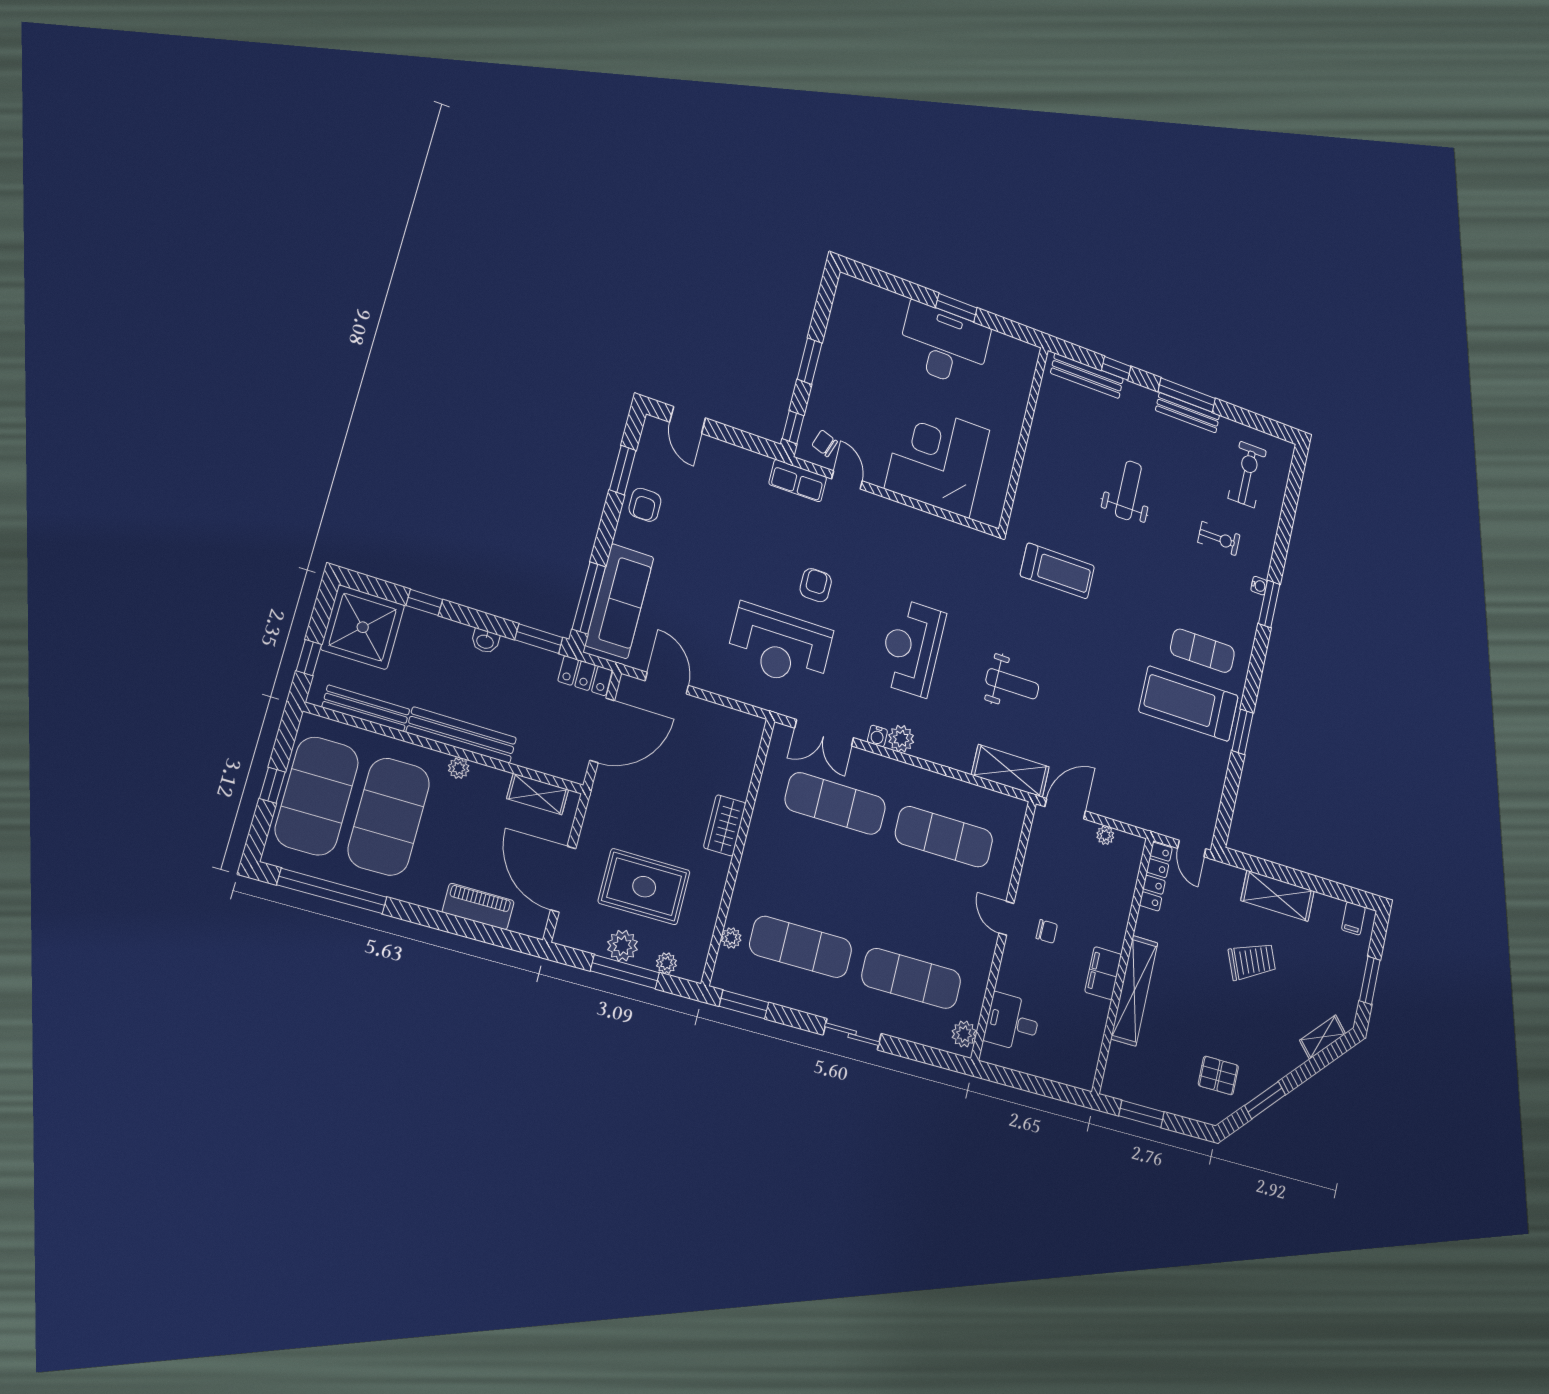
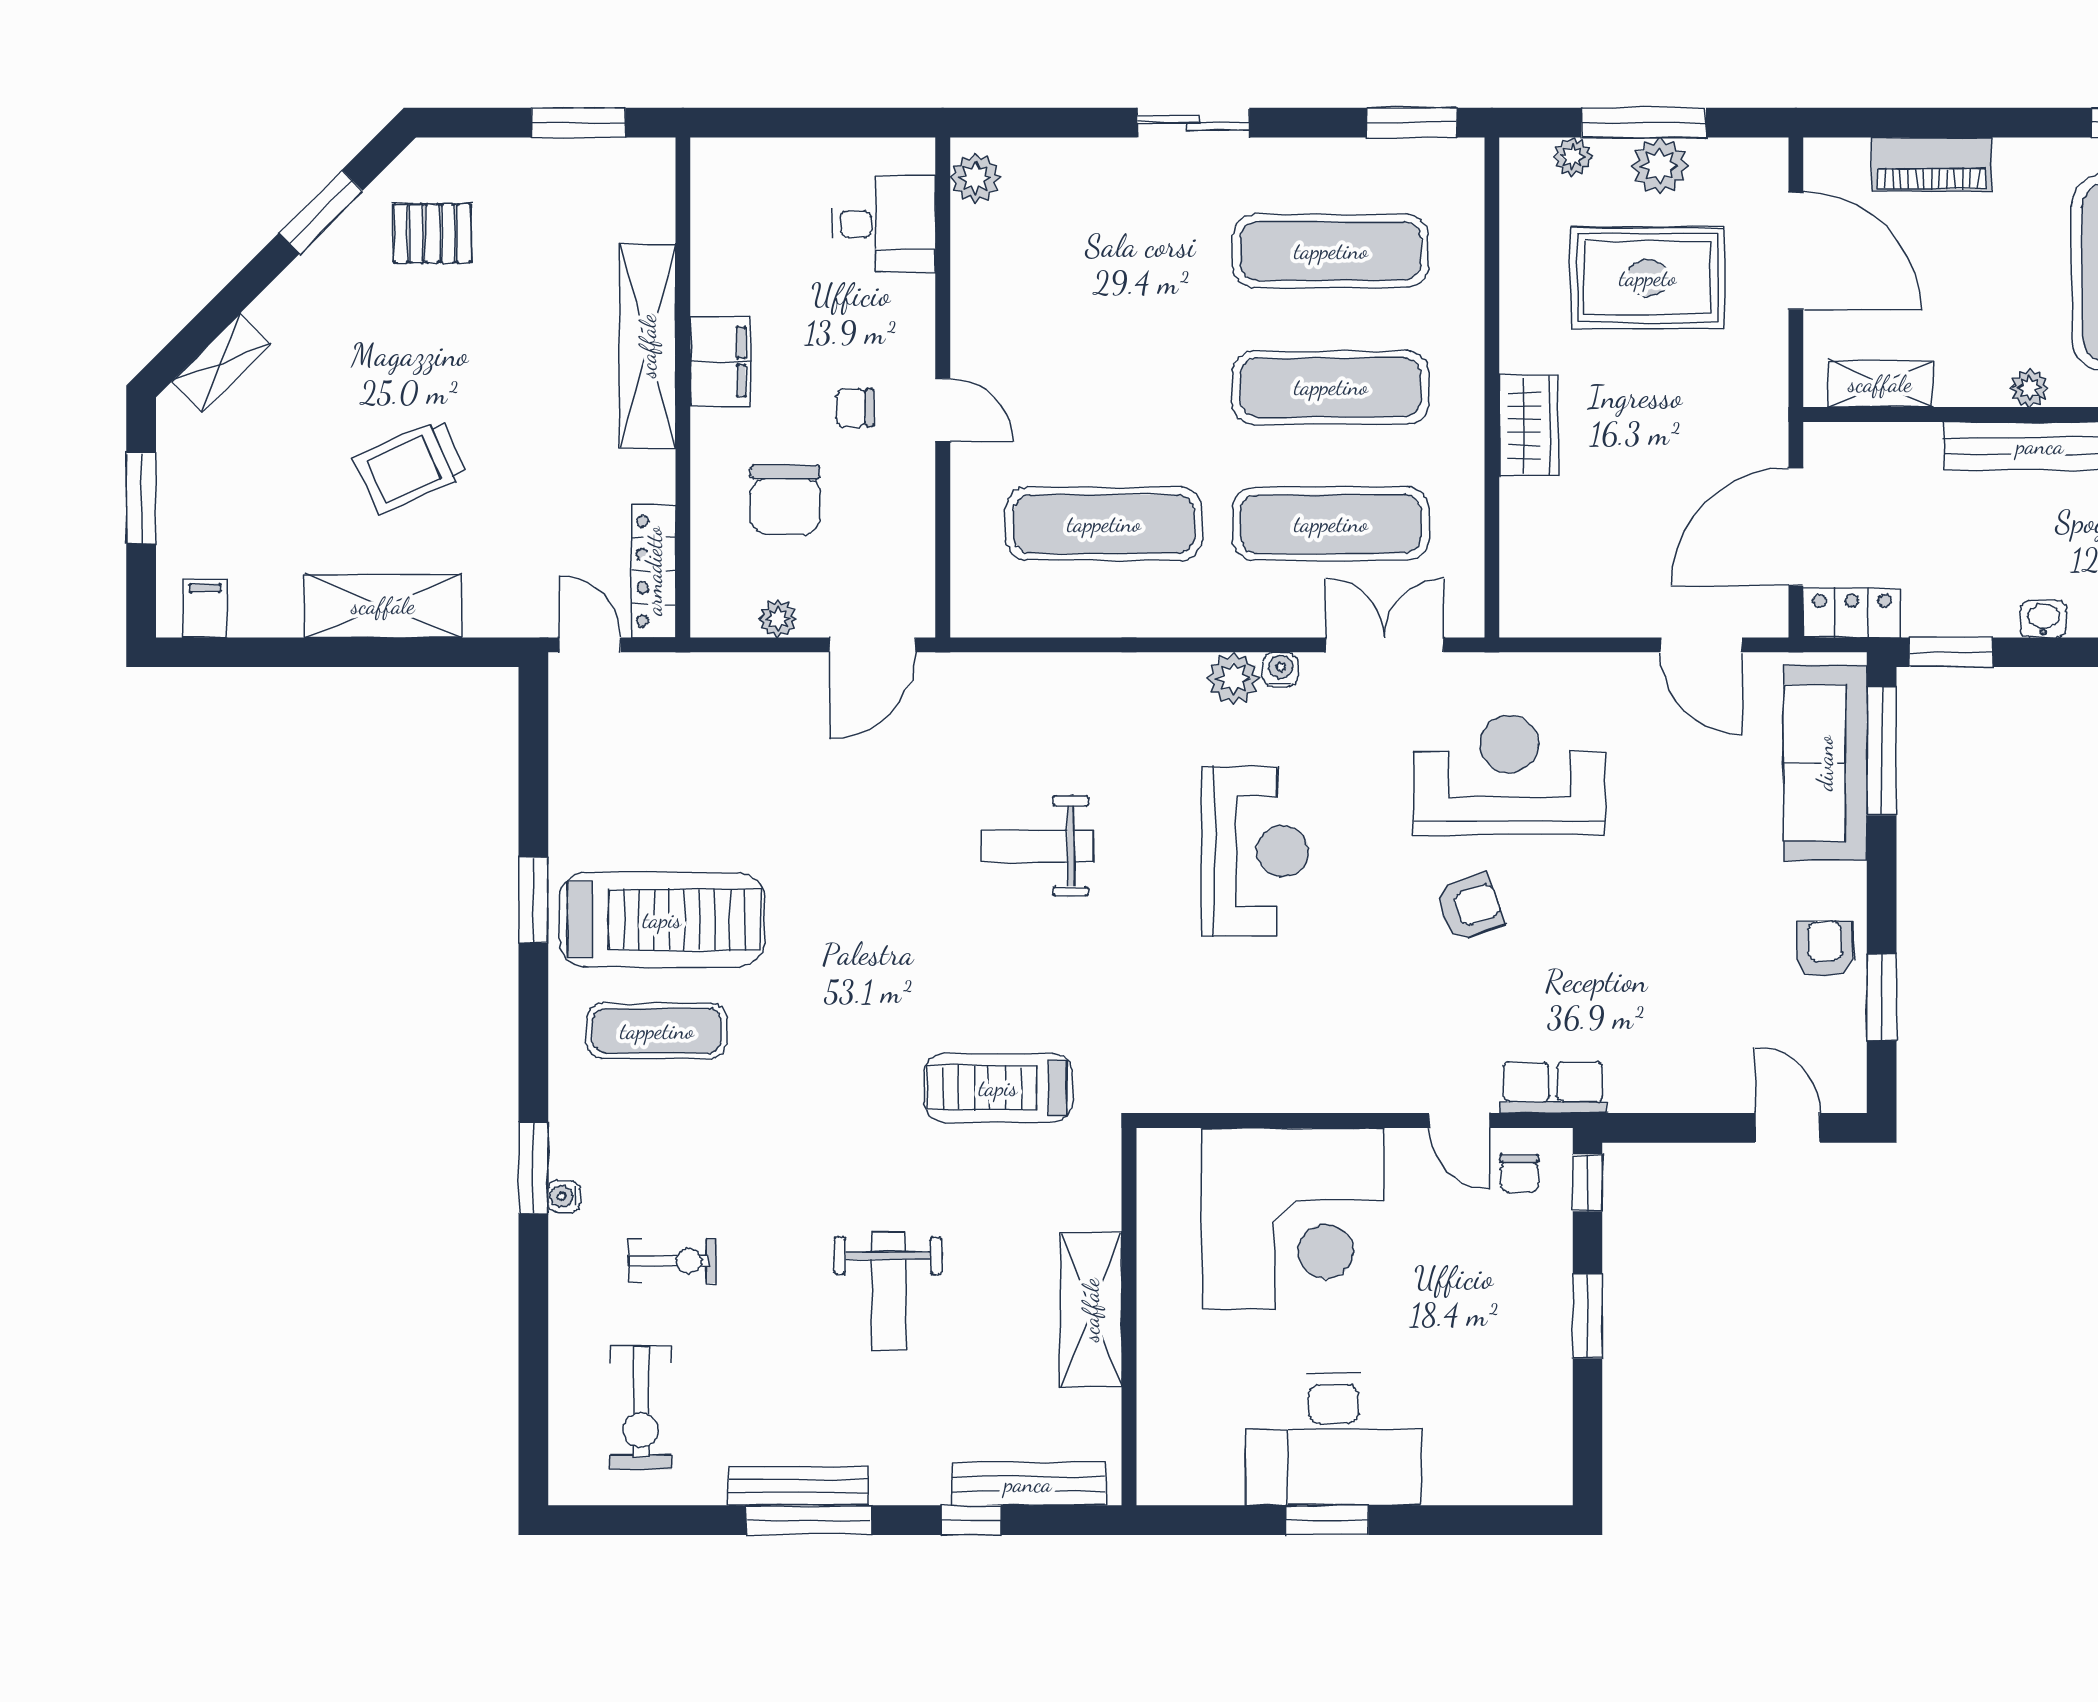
chair: (825, 443) -> (1520, 1174), turned 71
exercise bike: (1219, 539) -> (673, 1261), turned 180
armchair: (816, 585) -> (1470, 907), turned -110
shelving: (1010, 771) -> (1091, 1310), moved, turned 90
chair: (1089, 894) -> (785, 500), added
plant: (731, 938) -> (1465, 232), removed
exercise mat: (911, 978) -> (1331, 387), moved

